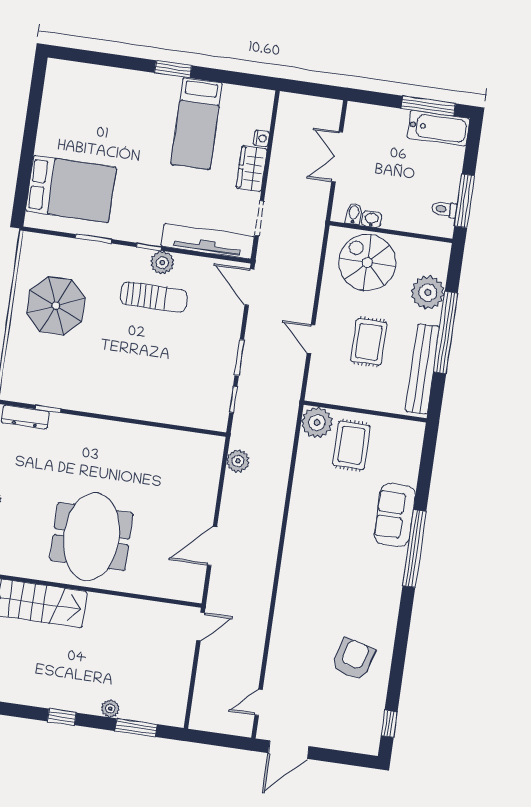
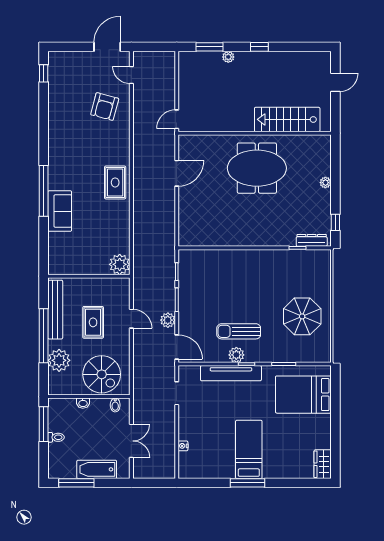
window: (173, 69) -> (248, 483), width x1.44
bed: (196, 124) -> (249, 449), moved
bathtub: (438, 128) -> (97, 469), moved
wardrobe: (252, 168) -> (323, 464), moved, turned 180
toilet: (444, 209) -> (56, 437), moved
washbasin: (372, 219) -> (83, 403), moved
tv unit: (208, 241) -> (231, 373), moved
rug: (351, 445) -> (115, 182), moved
plant: (238, 461) -> (168, 320), moved
meeting table: (92, 537) -> (257, 168), turned 90
armchair: (353, 659) -> (105, 107), moved
door: (259, 702) -> (131, 75), swing flipped

